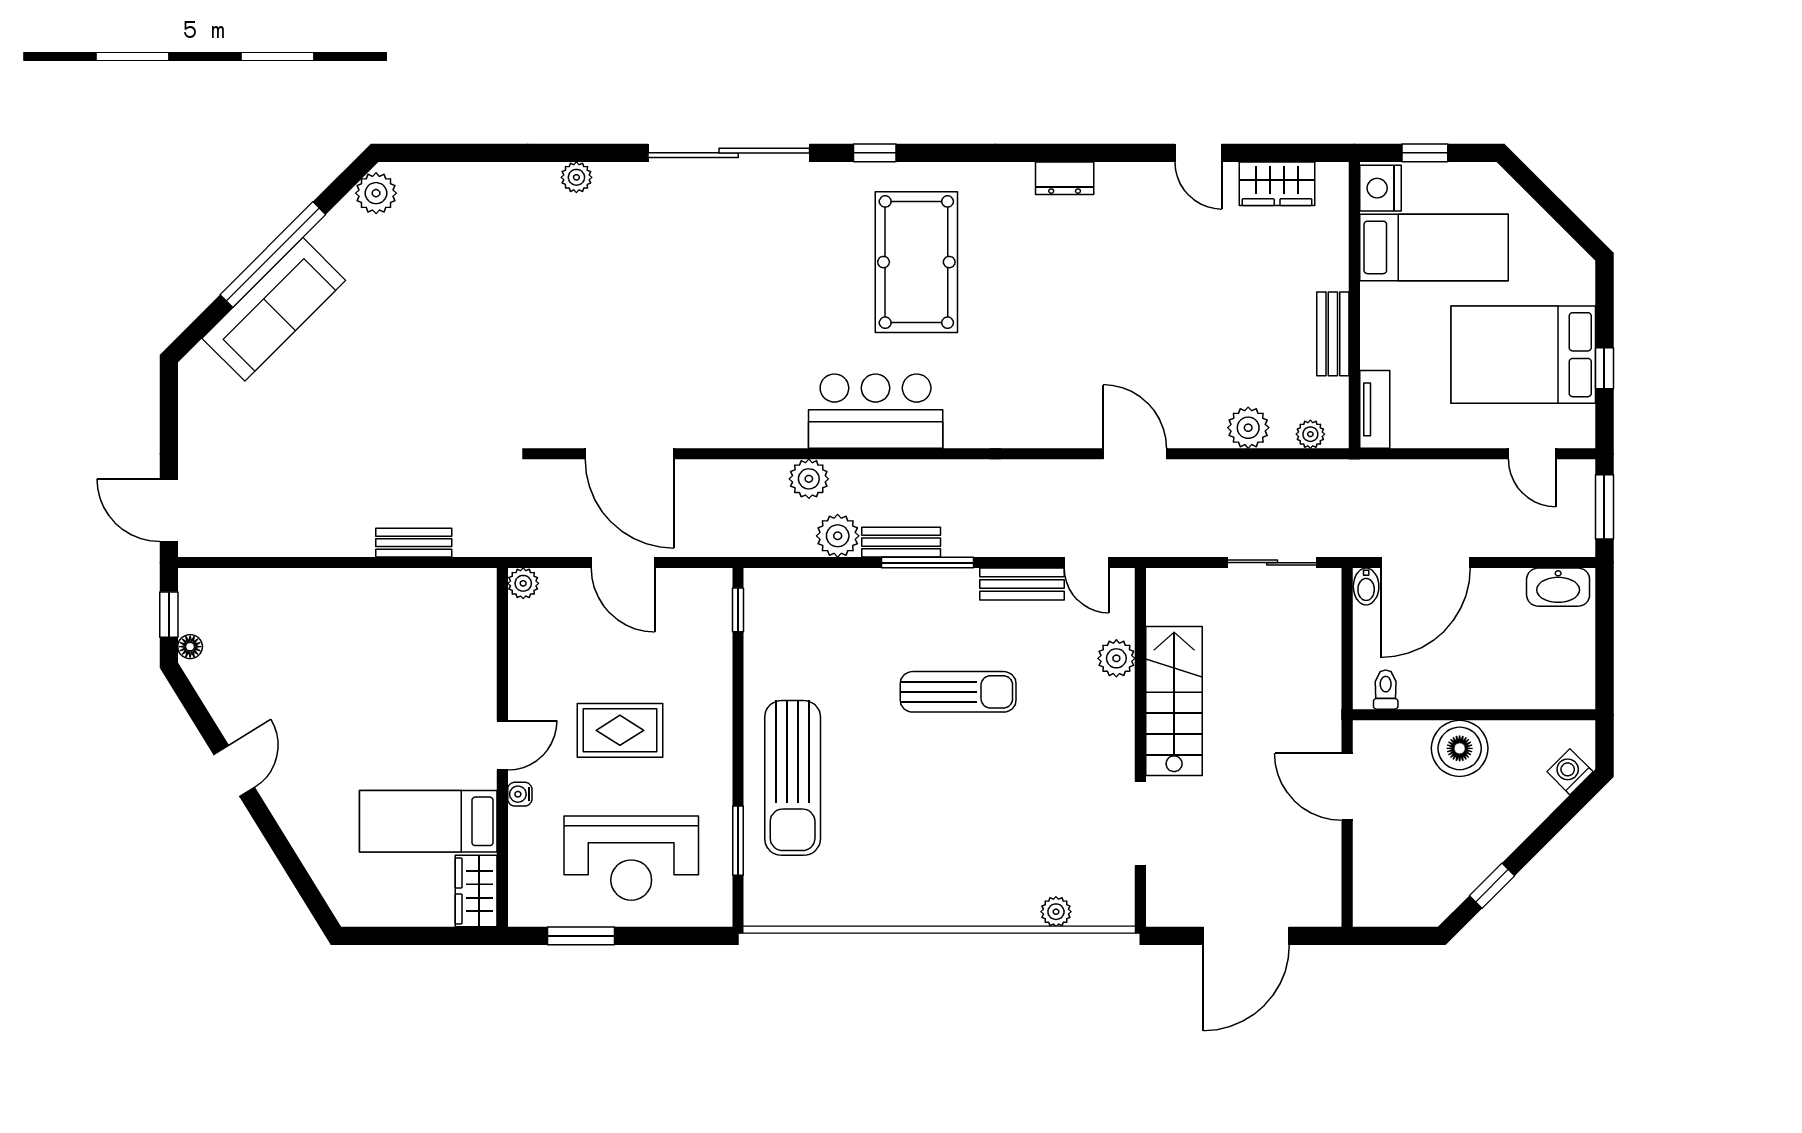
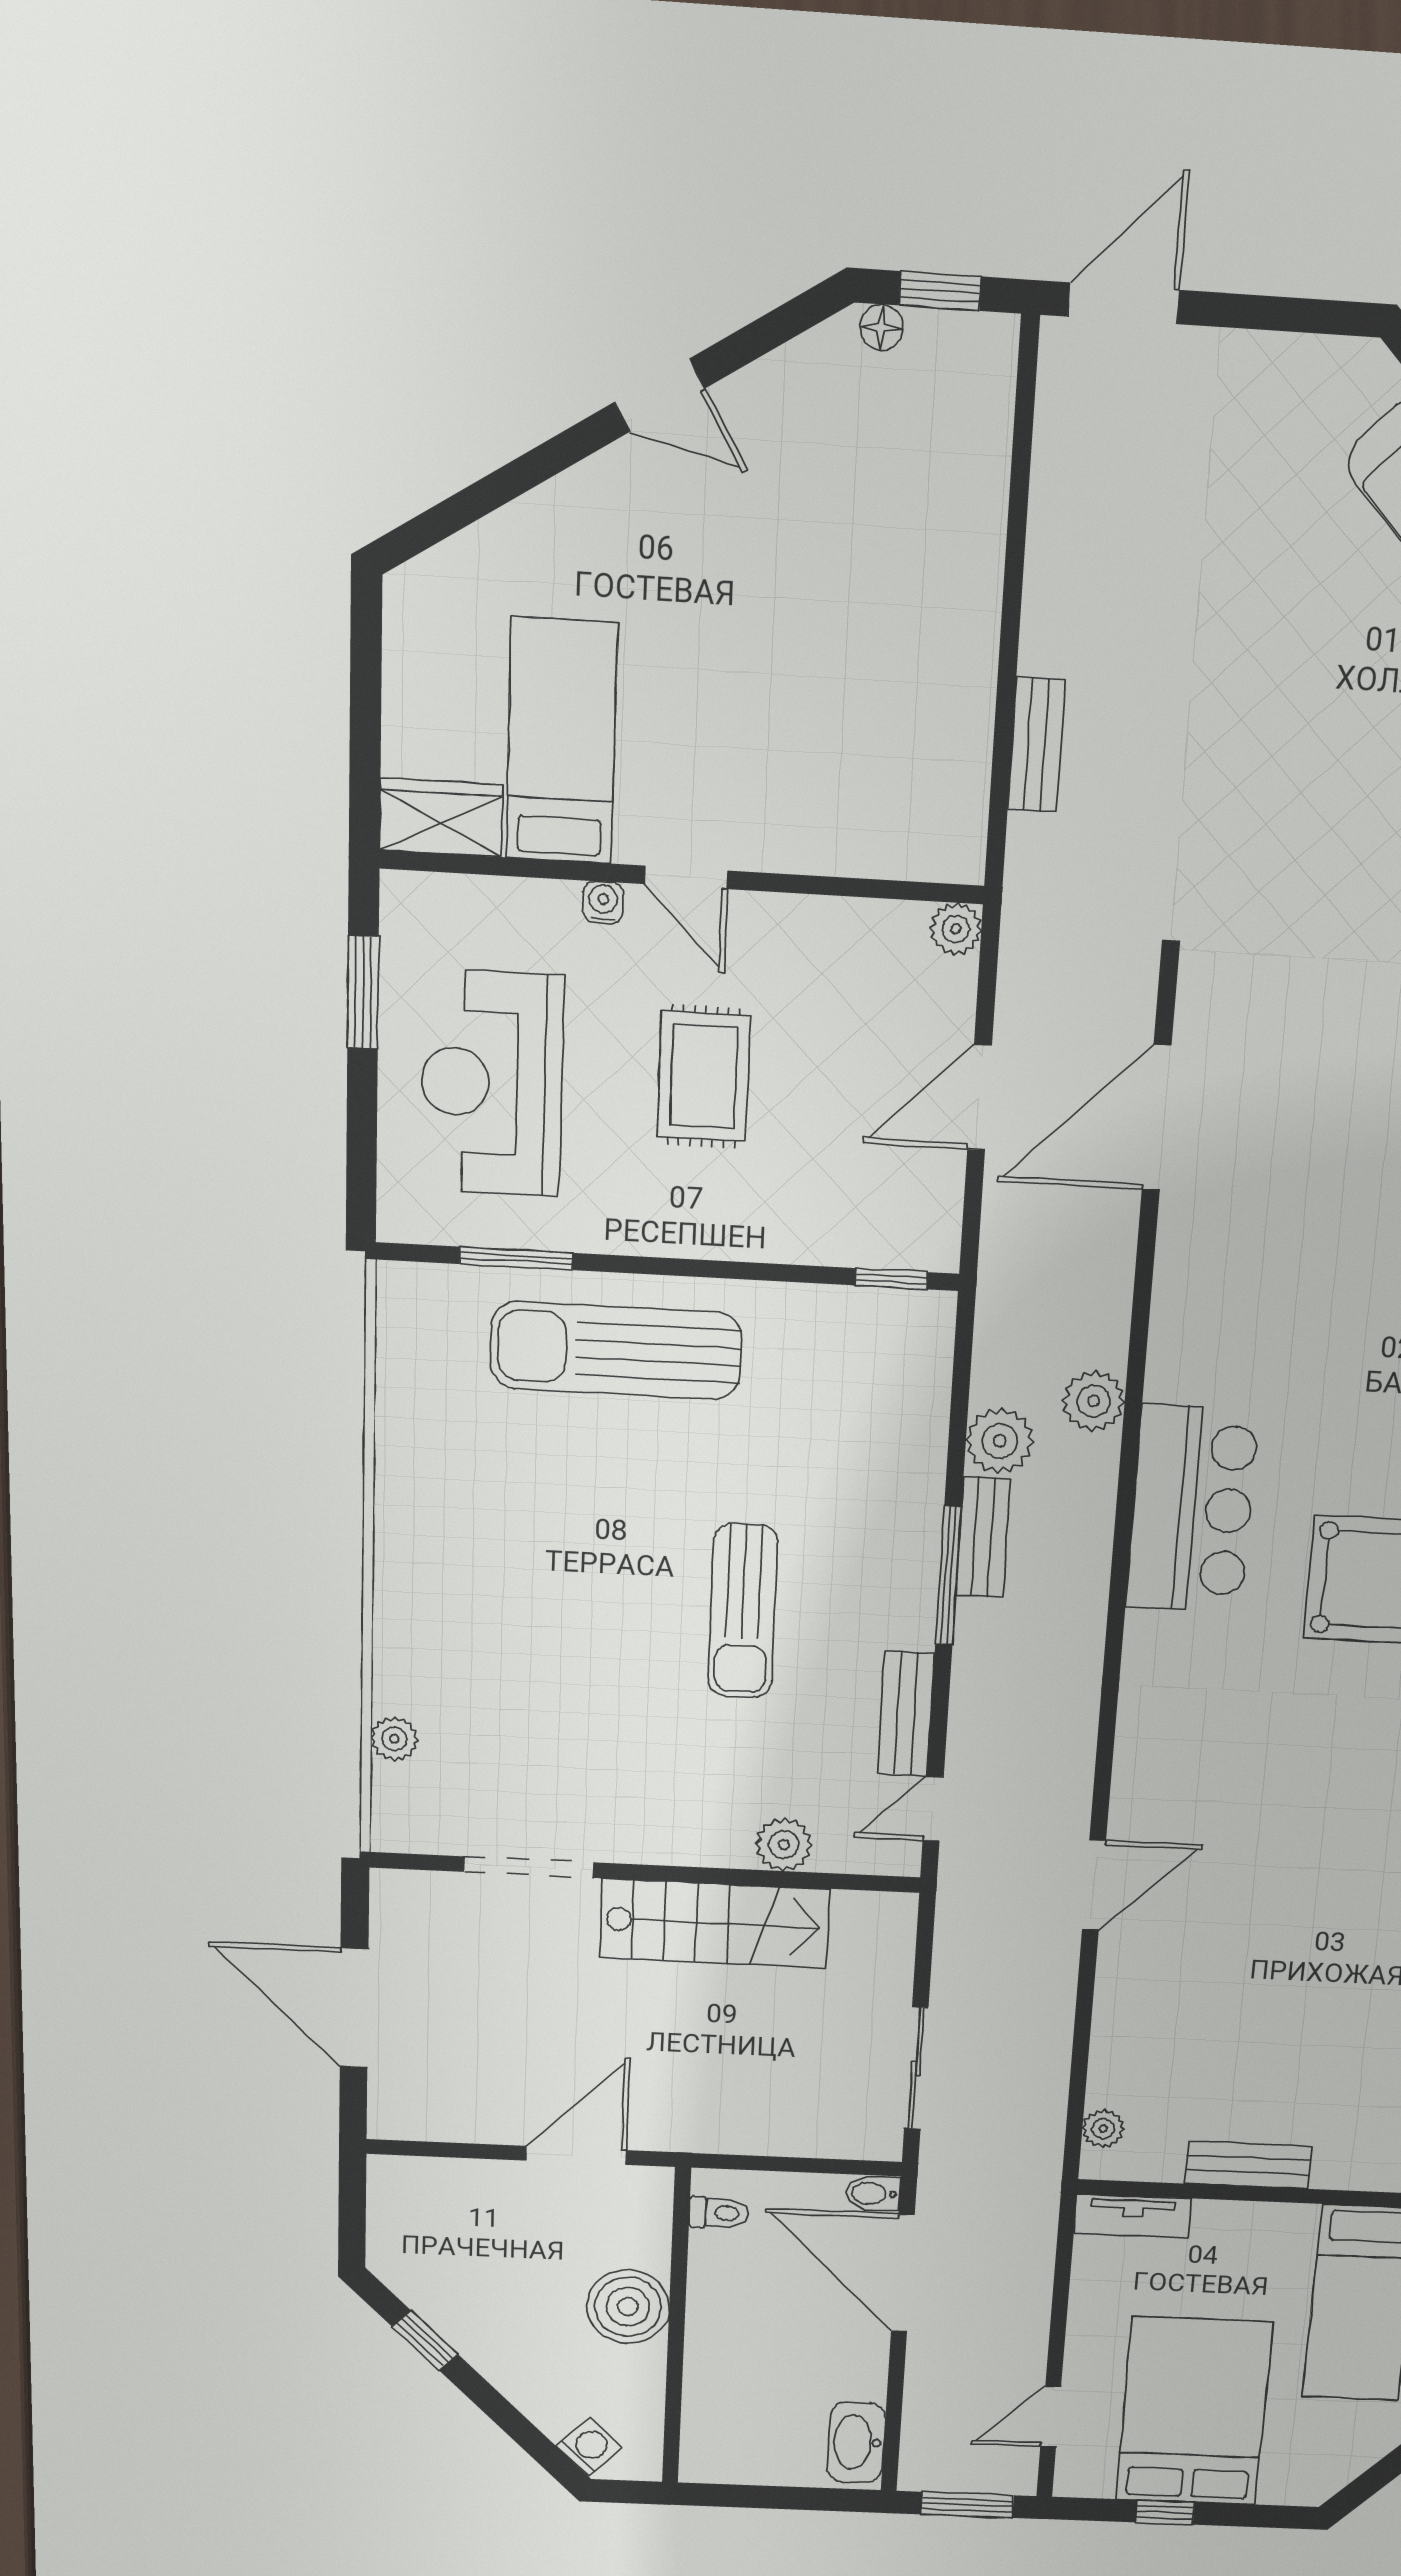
plant: (1248, 428) -> (1120, 2045), removed

